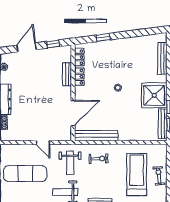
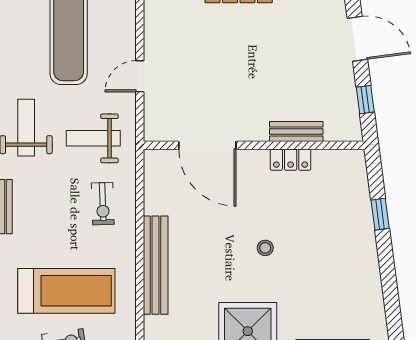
locker: (79, 57) -> (335, 160), removed
bench: (96, 136) -> (156, 265), moved

